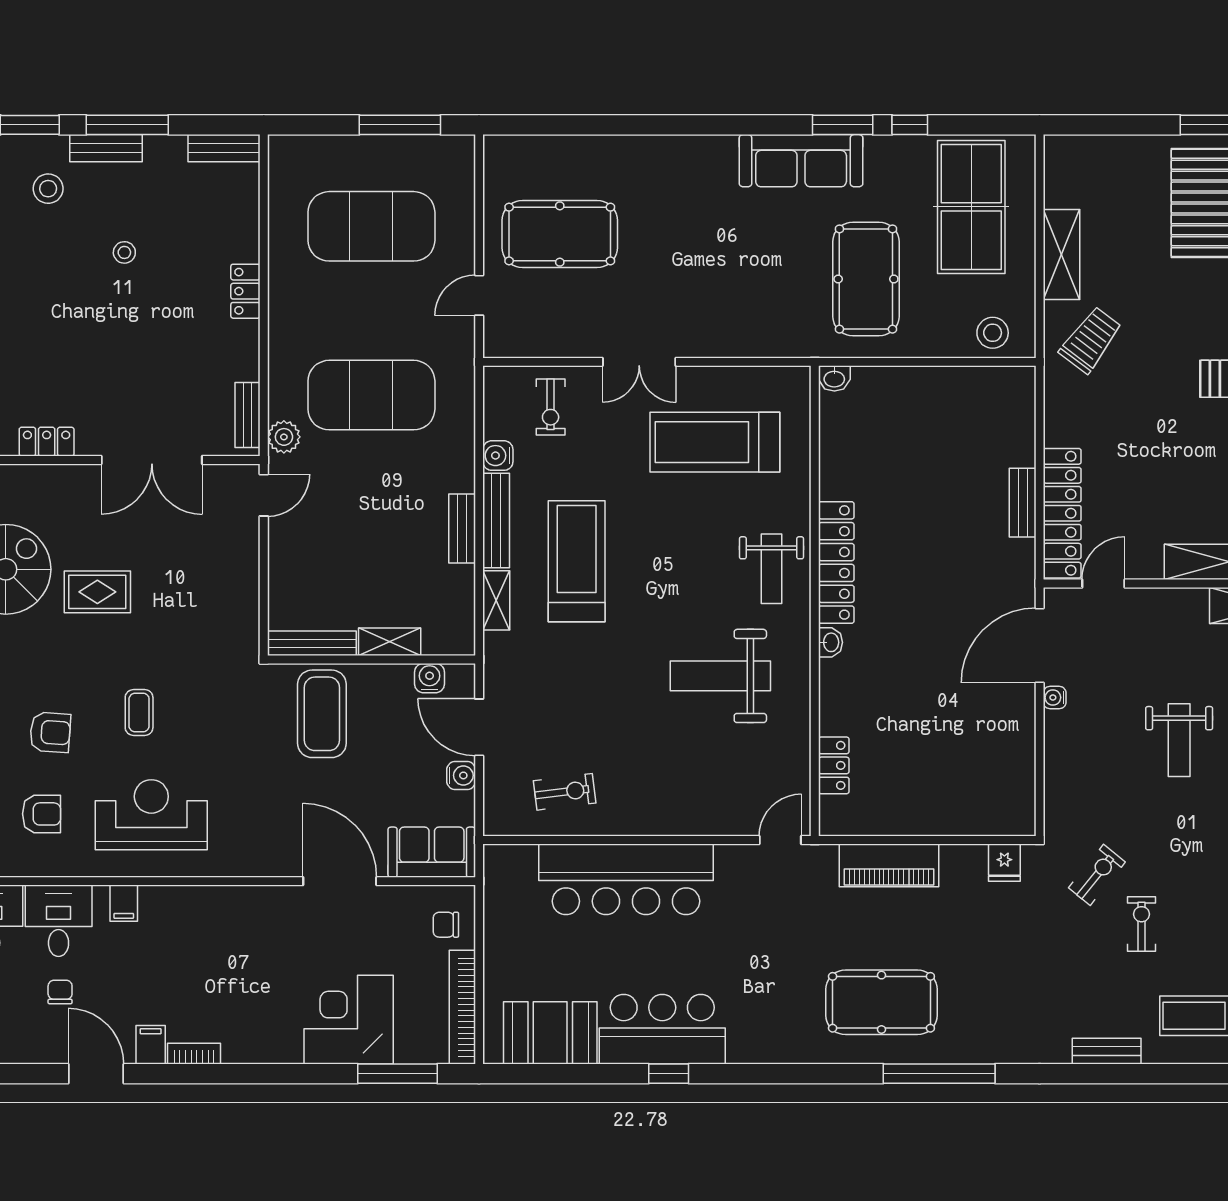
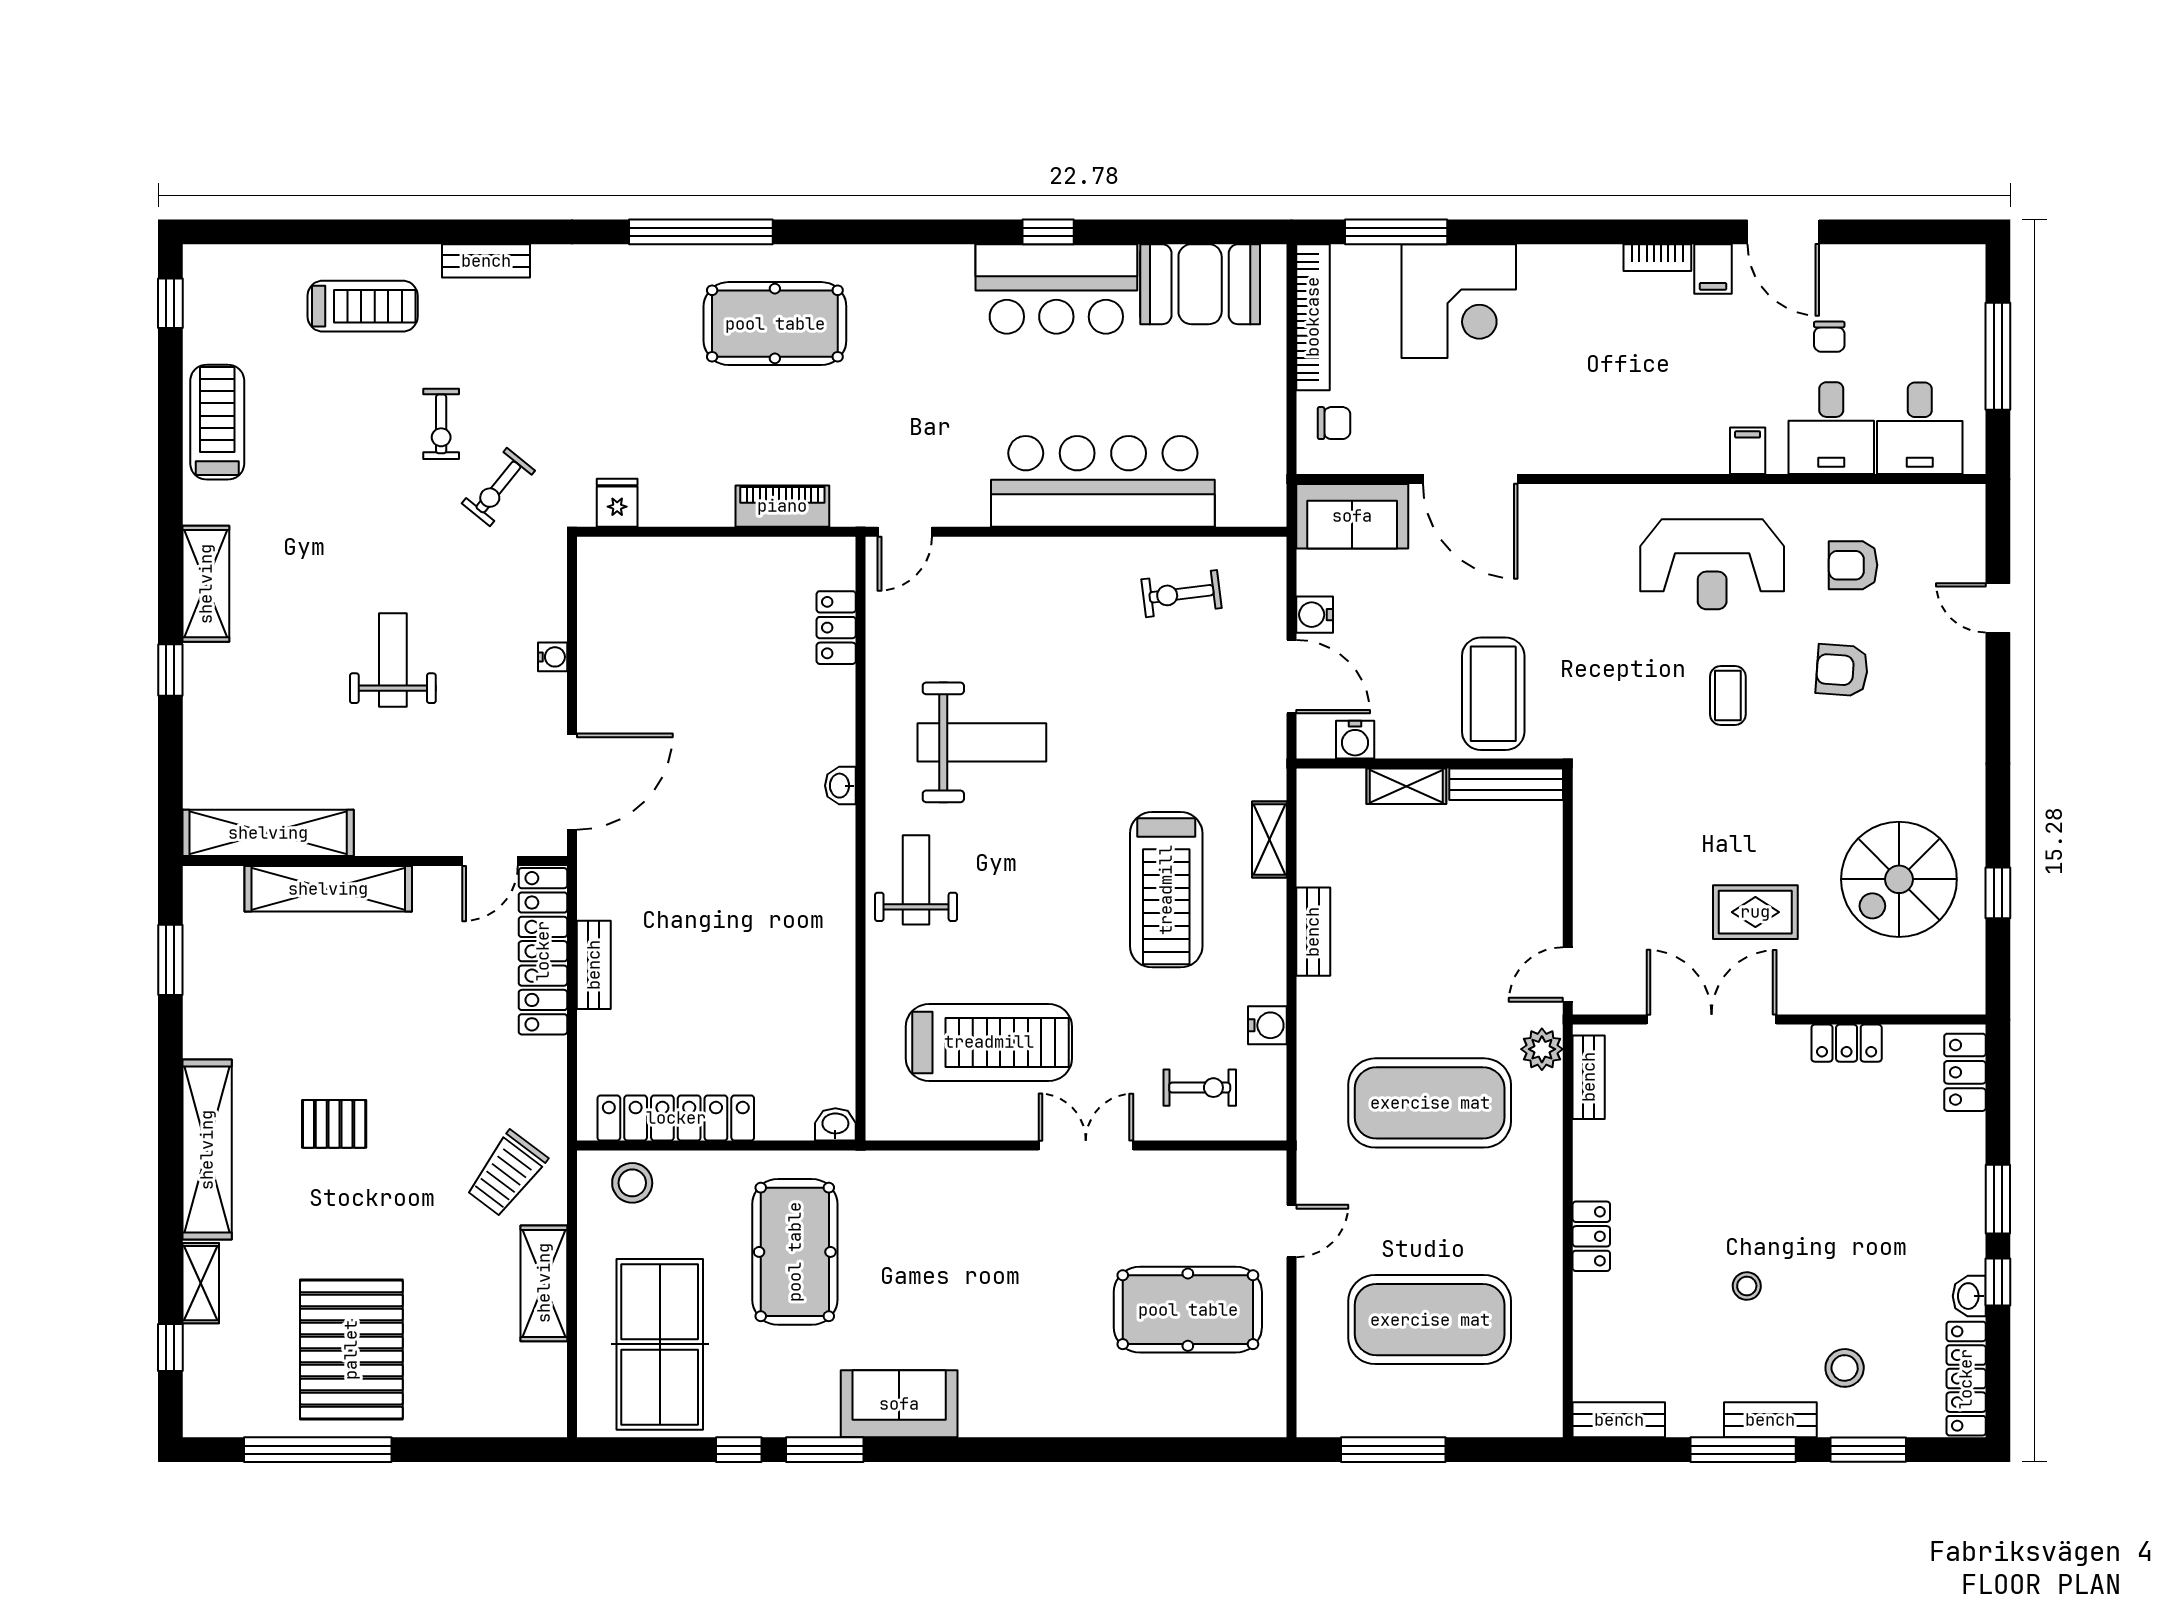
sofa: (801, 161) -> (899, 1404), width x0.73
exercise bike: (551, 407) -> (1200, 1088), turned 90
bench: (496, 520) -> (1269, 942), removed
locker: (836, 562) -> (676, 1118), moved, turned 90
rug: (97, 592) -> (1755, 912), moved
water cooler: (1055, 698) -> (553, 657), moved
piano: (889, 865) -> (782, 506), width x0.73, depth x0.75

